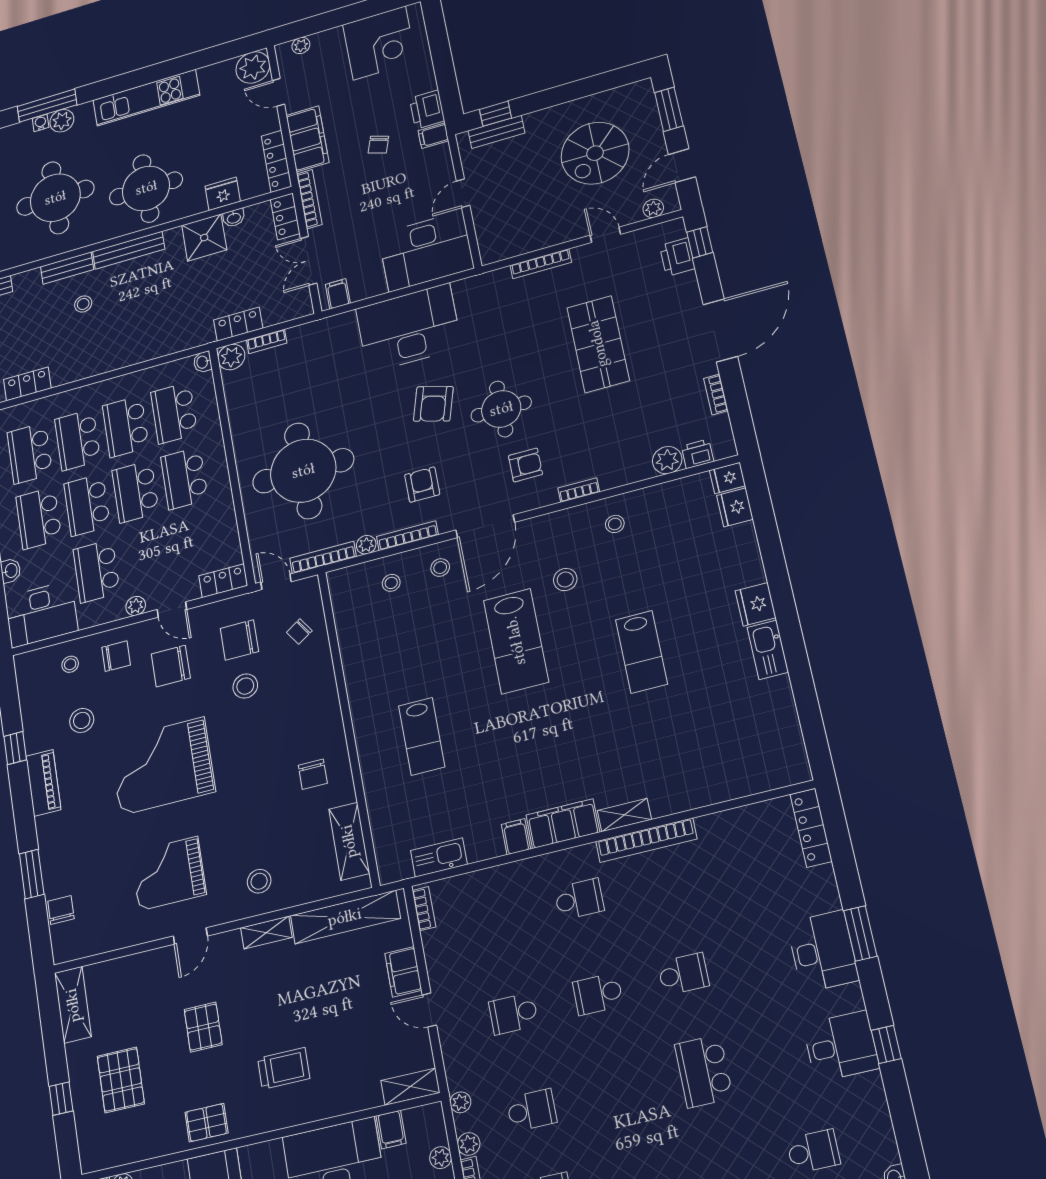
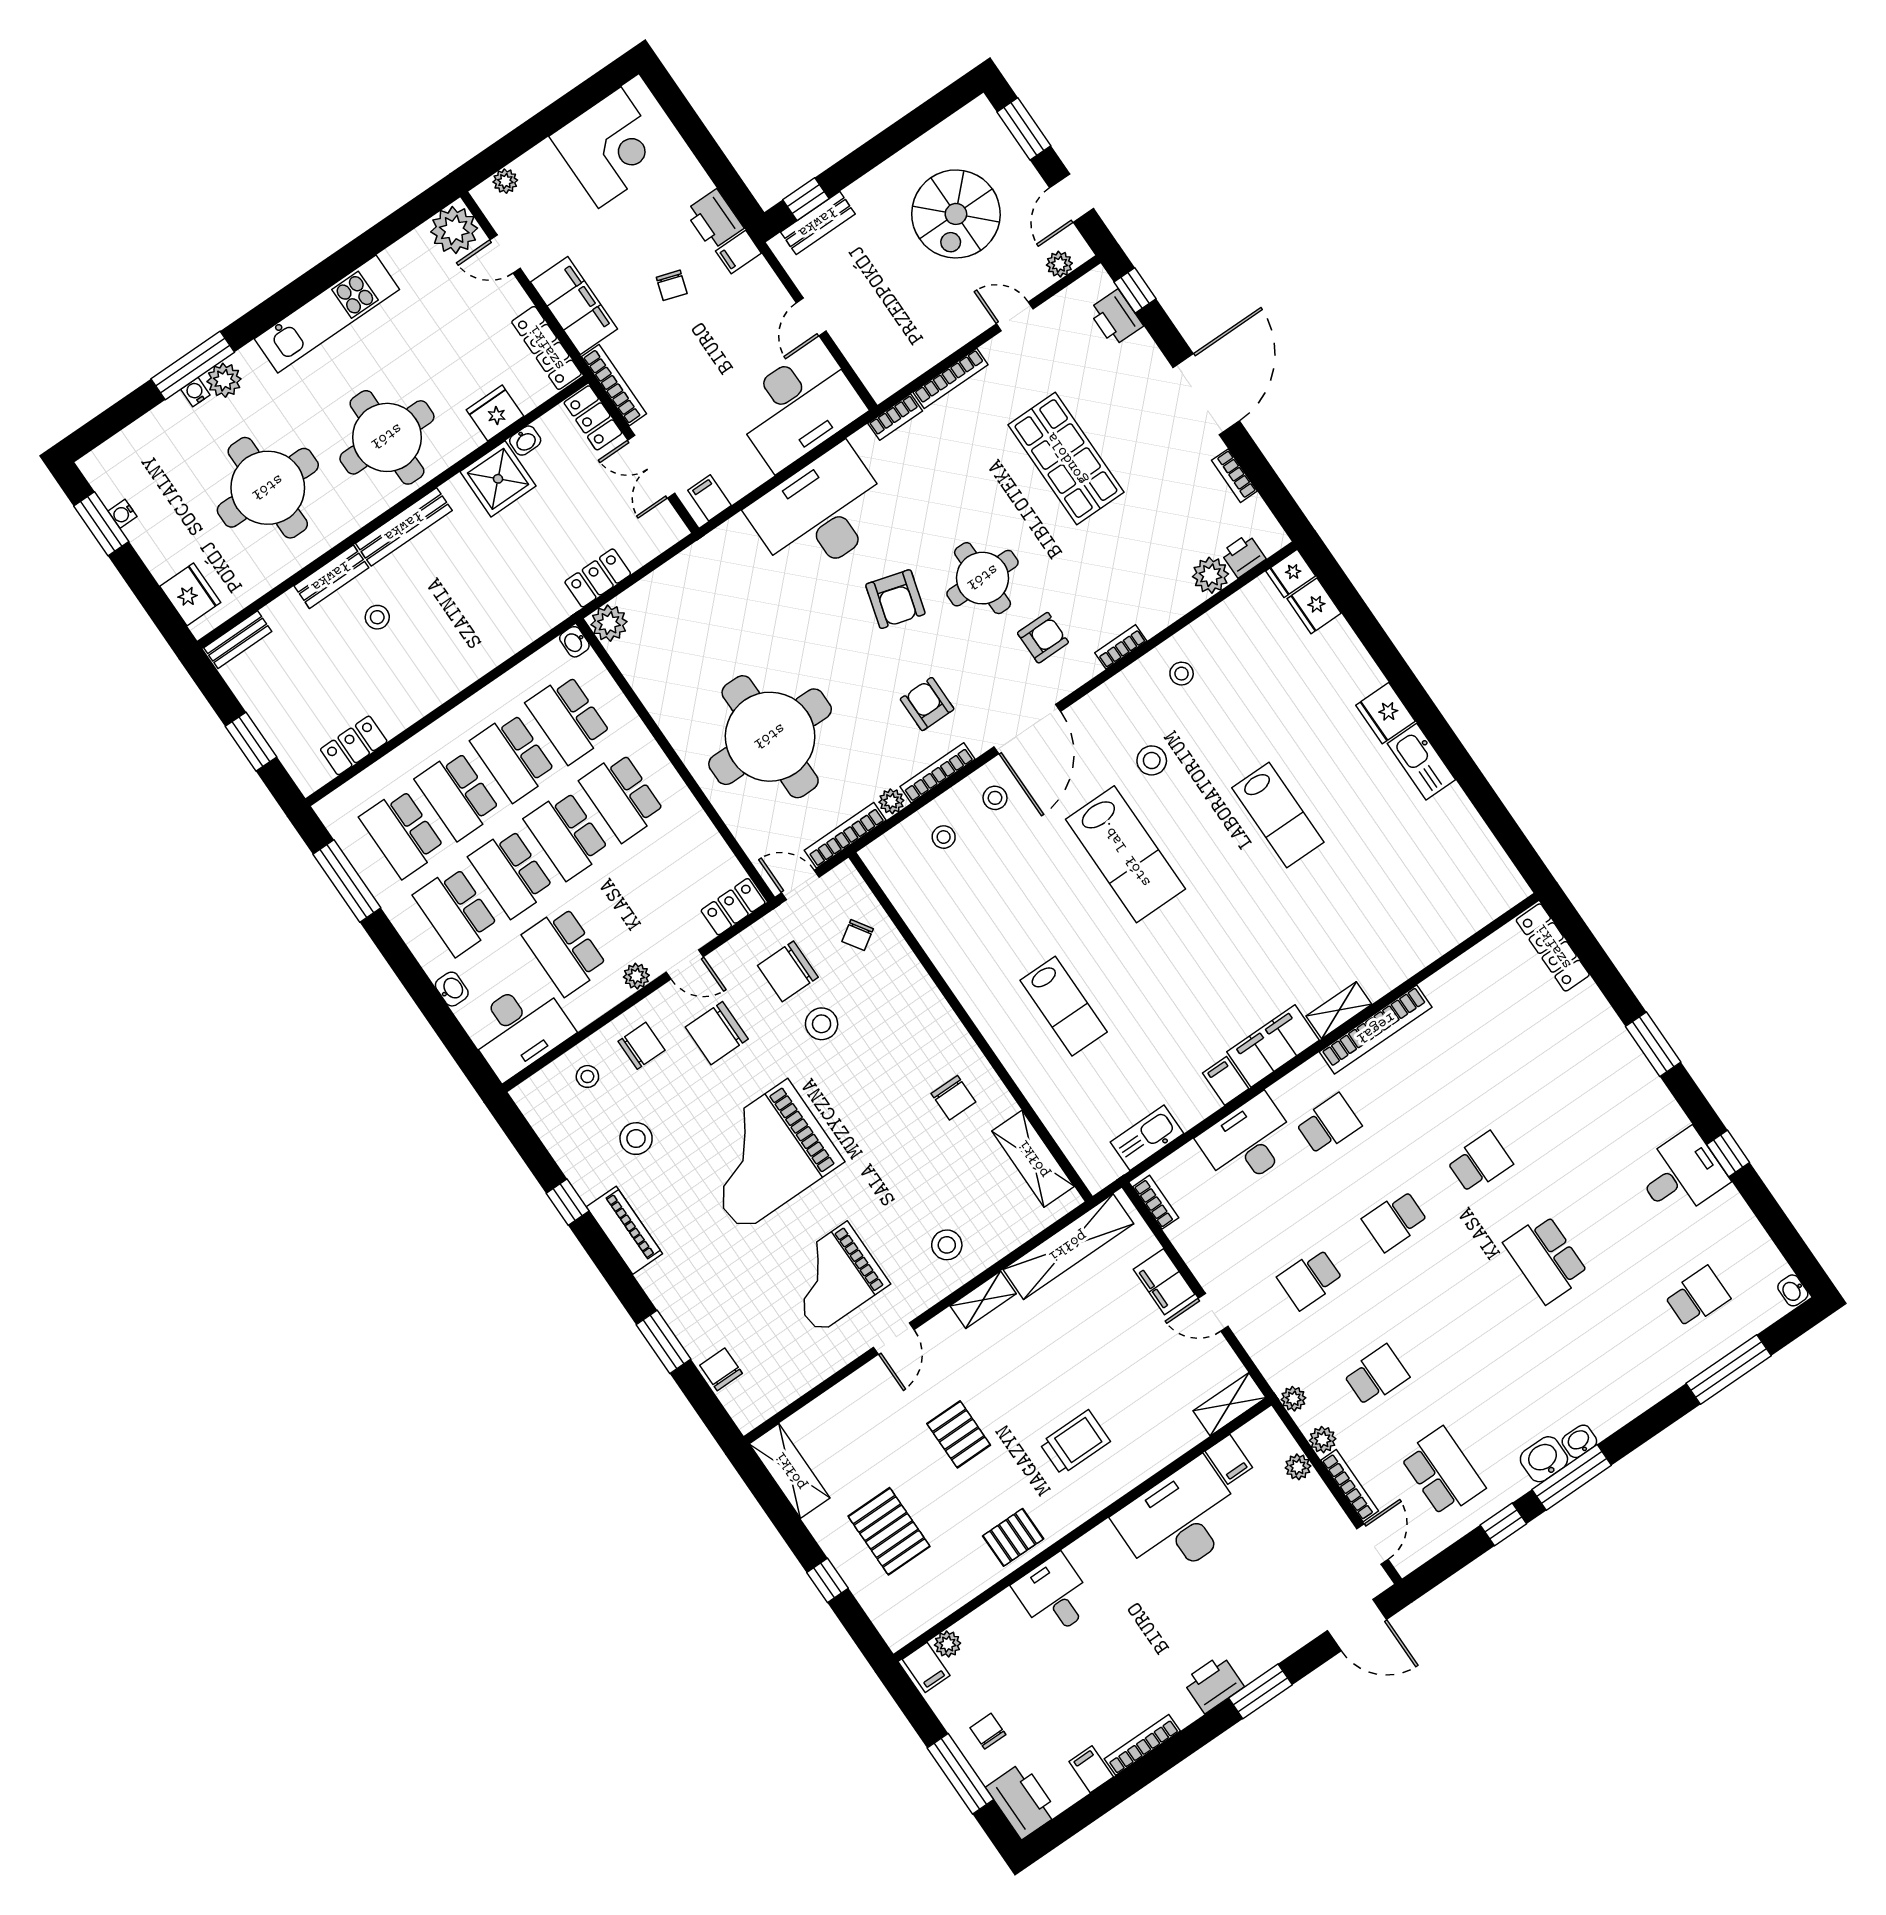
bookcase: (267, 341) -> (895, 417), moved
desk: (823, 951) -> (1248, 1142), moved, turned -90

